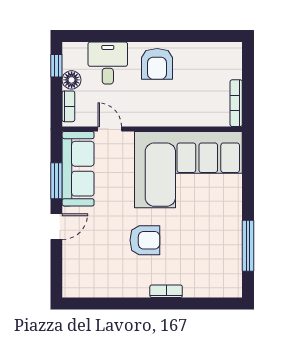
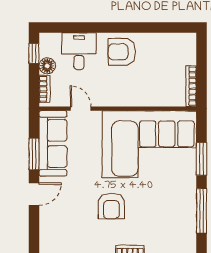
armchair: (157, 64) -> (122, 52), turned 90
window: (248, 186) -> (202, 159), added
armchair: (145, 240) -> (111, 206), turned 90

